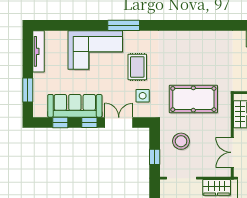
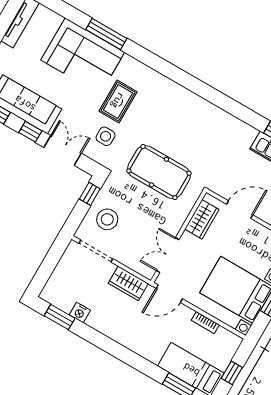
window: (124, 25) -> (106, 34), moved
stool: (181, 141) -> (107, 219), moved
window: (155, 157) -> (90, 194), moved

